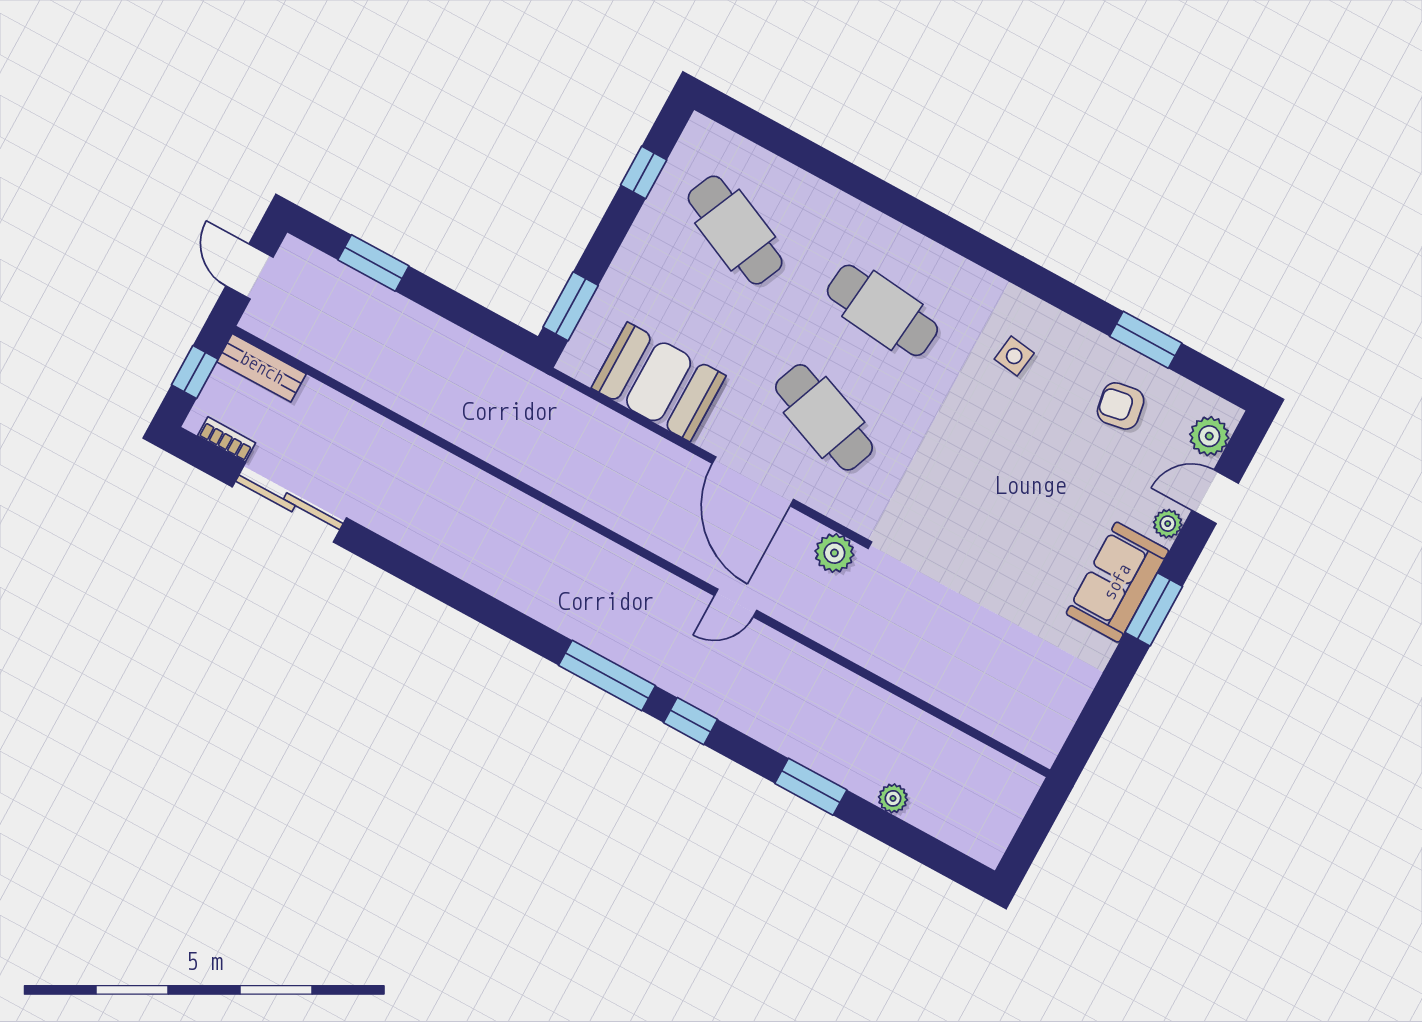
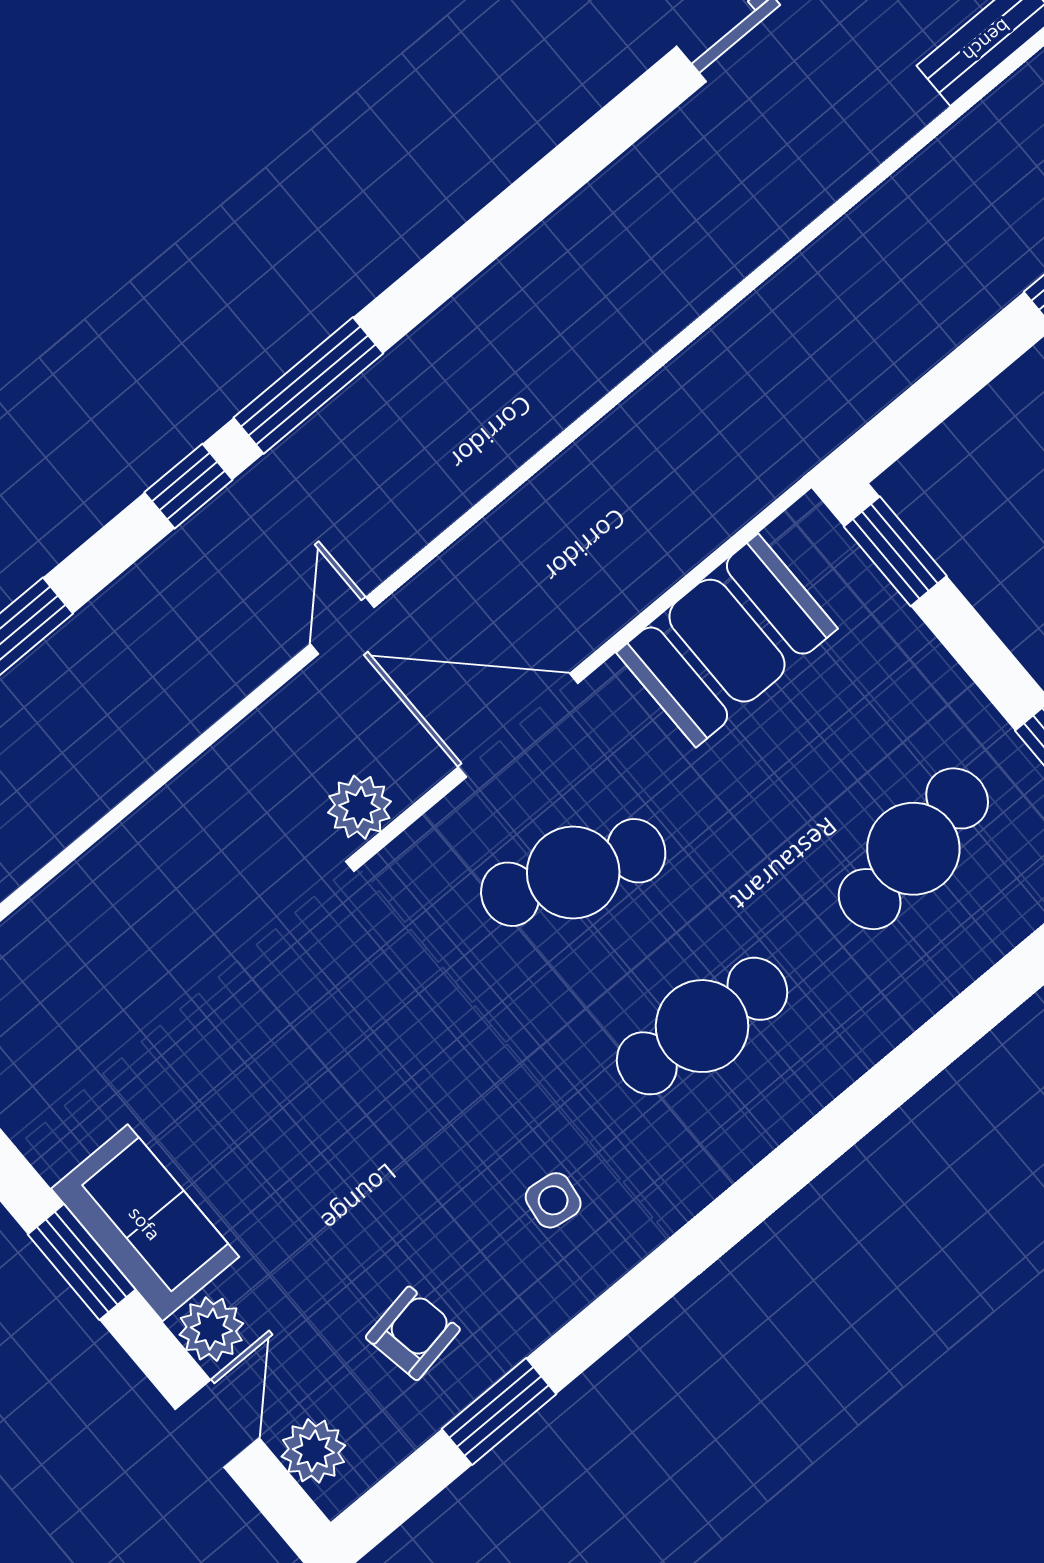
cafe table: (735, 230) -> (913, 849), turned -33
plant: (1168, 524) -> (211, 1329), width x1.38, depth x1.38

